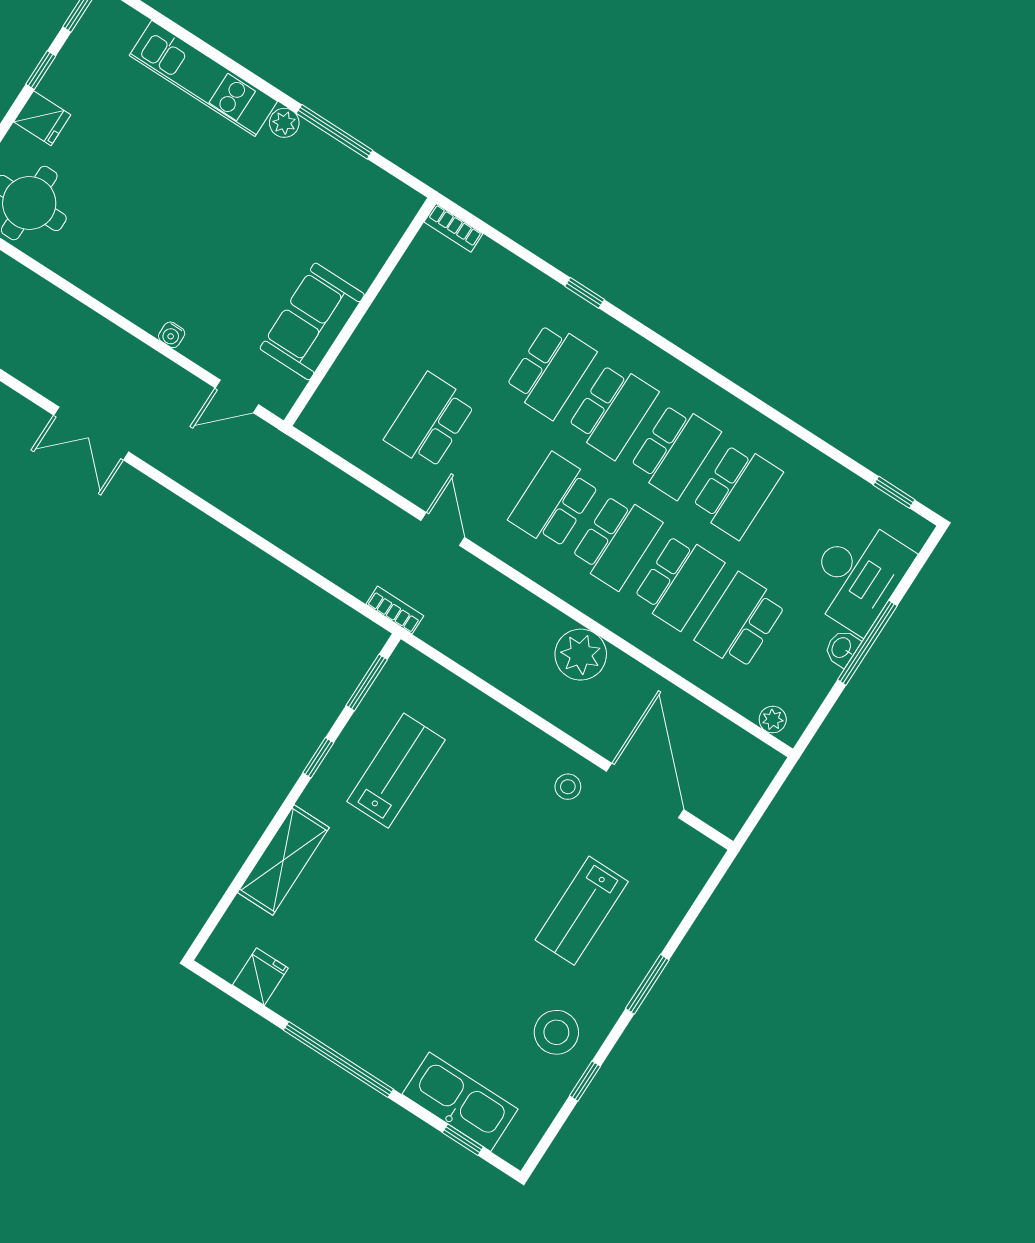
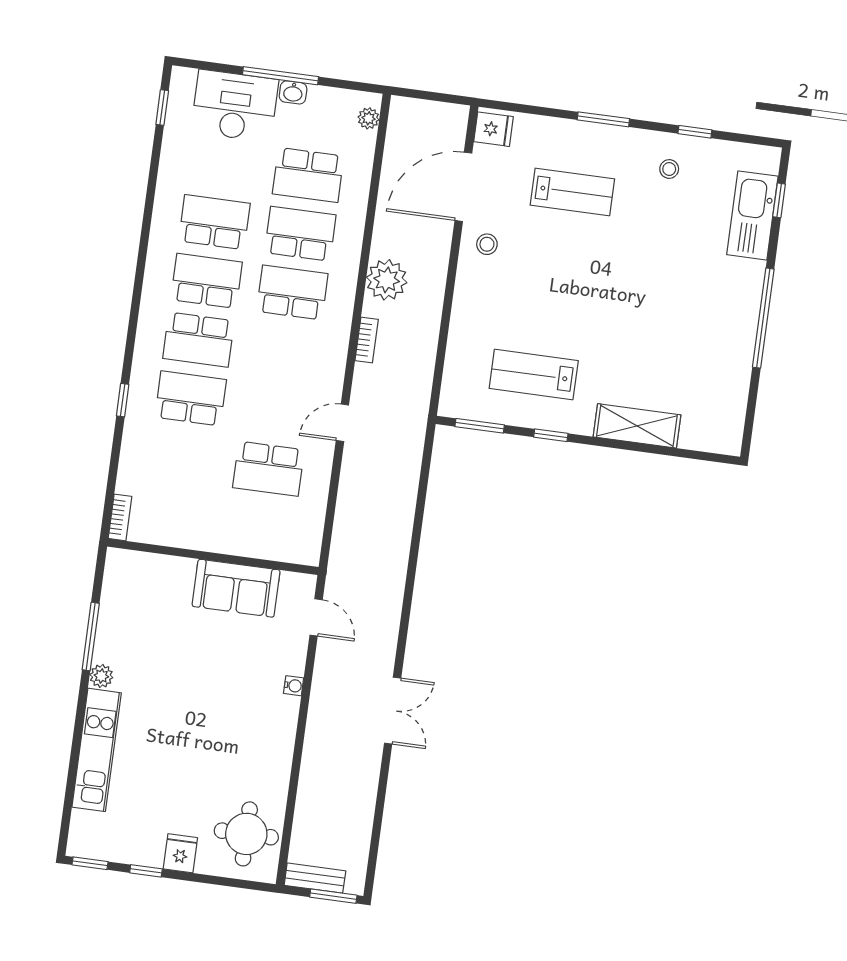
school desk: (613, 411) -> (199, 340), turned 180
school desk: (554, 501) -> (284, 351), removed
bookcase: (395, 610) -> (367, 340), moved, turned 180
fridge: (260, 977) -> (494, 129), moved, turned 180
stool: (556, 1032) -> (669, 169), width x0.53, depth x0.53

